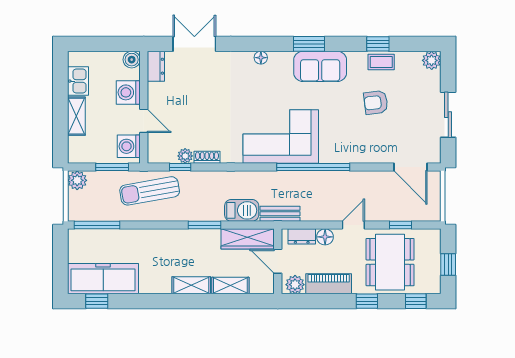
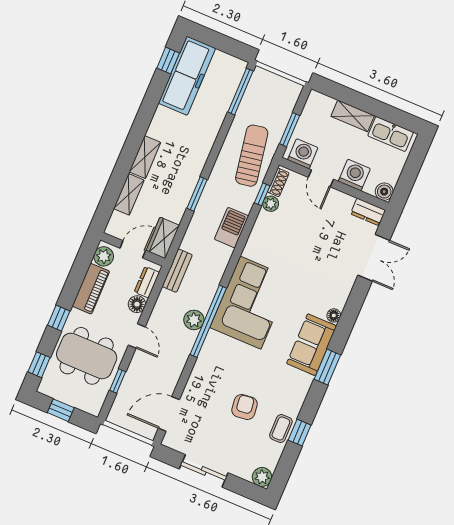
sofa: (320, 66) -> (312, 345), moved
kitchen sink: (78, 81) -> (391, 134), width x1.38
door: (144, 121) -> (321, 178), hinge flipped
shoe rack: (207, 157) -> (278, 182), moved
plant: (77, 180) -> (194, 320), moved
barbecue: (242, 210) -> (231, 228), moved, turned 180
wardrobe: (248, 239) -> (163, 238), width x0.67

